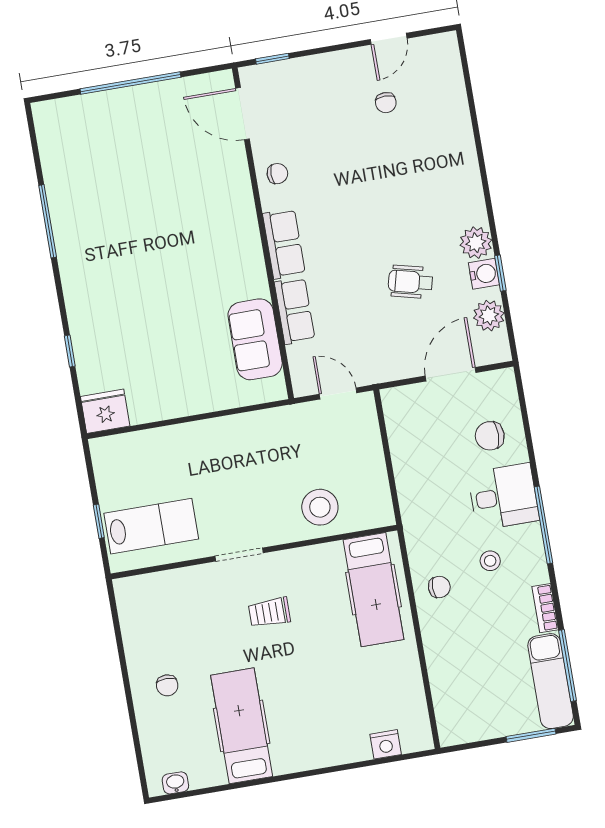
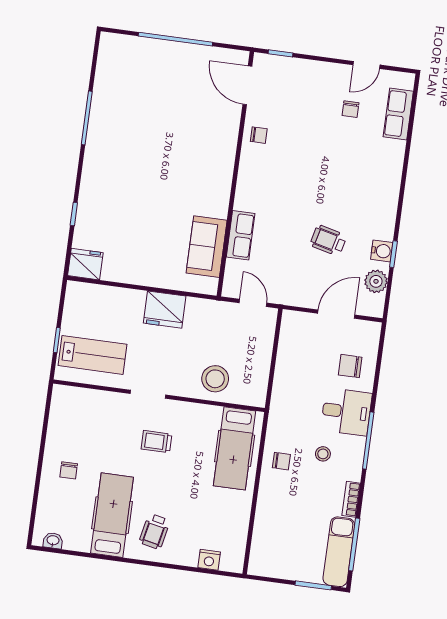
plant: (476, 243) -> (383, 227), removed
row of seats: (284, 244) -> (398, 114), moved, turned 180
fridge: (226, 438) -> (165, 310), added
wheelchair: (303, 730) -> (154, 531), added

